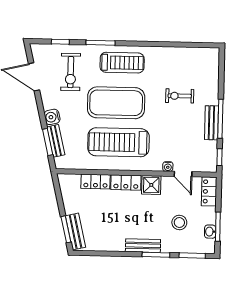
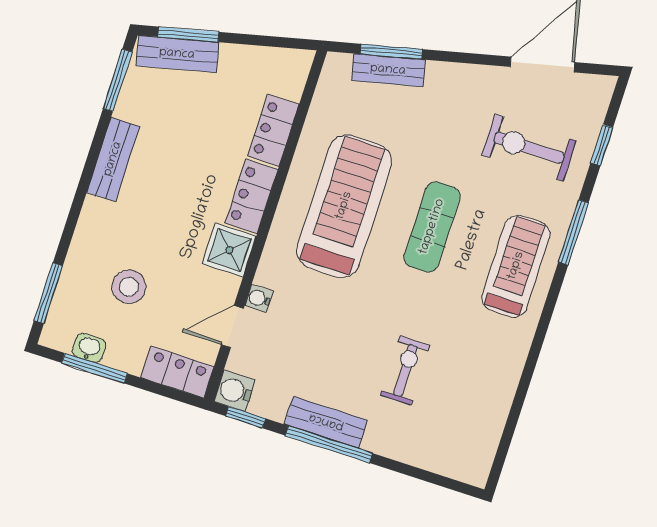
treadmill: (122, 63) -> (516, 266), turned 180
exercise mat: (116, 103) -> (432, 227), width x0.50, depth x0.69
water cooler: (52, 117) -> (234, 391), moved, turned -77
bench: (143, 246) -> (113, 159), moved
window: (156, 255) -> (118, 80), moved

